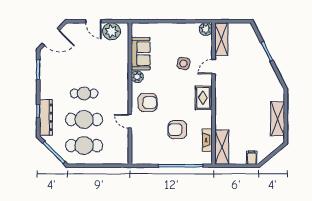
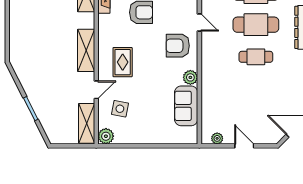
plant: (111, 31) -> (217, 138), width x0.53, depth x0.53
side table: (183, 63) -> (120, 109), moved
rug: (203, 98) -> (123, 62), moved
shelving: (278, 119) -> (86, 50), moved

